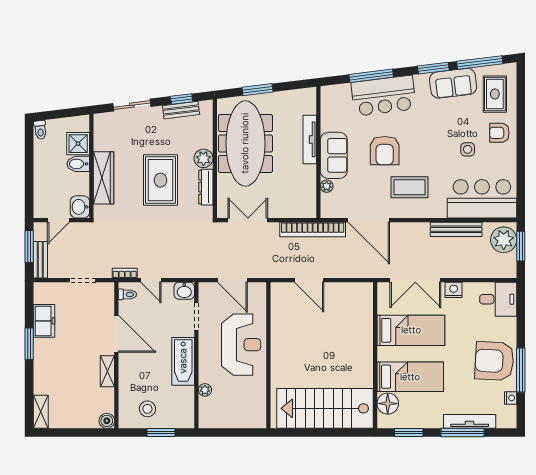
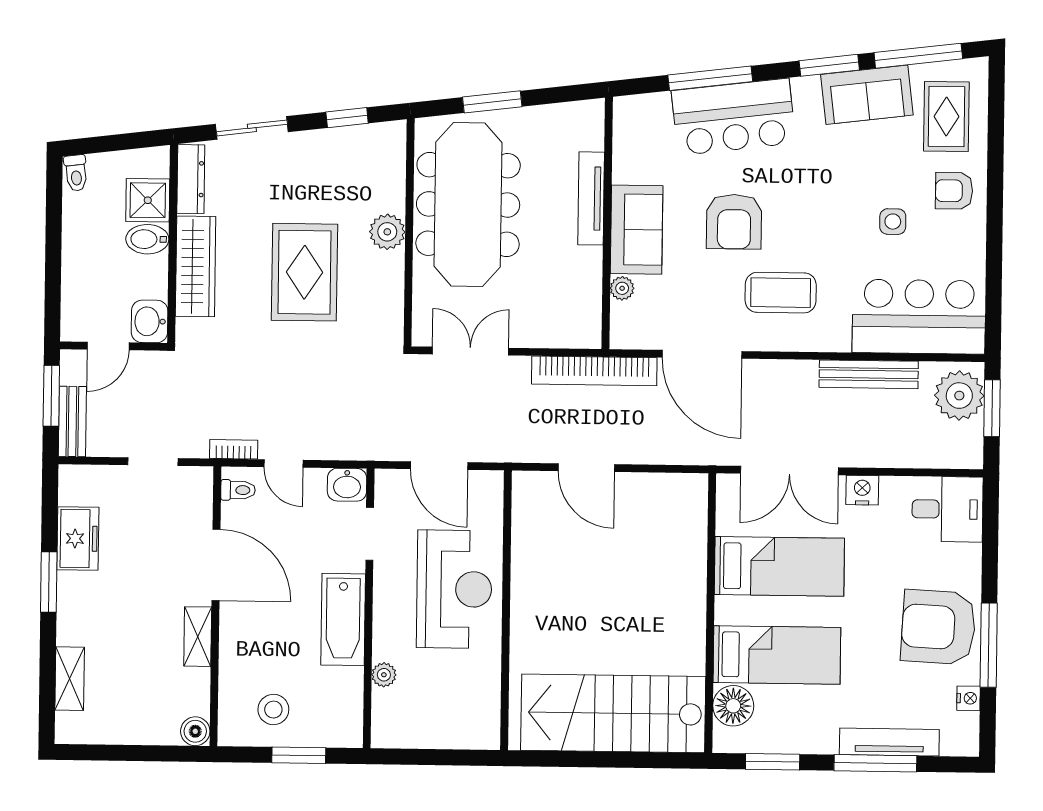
bench: (181, 110) -> (346, 139), removed
dresser: (206, 187) -> (191, 179), moved, turned 180
shelving: (41, 412) -> (70, 679), moved

